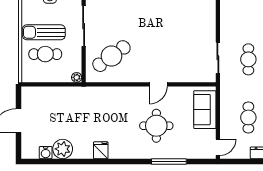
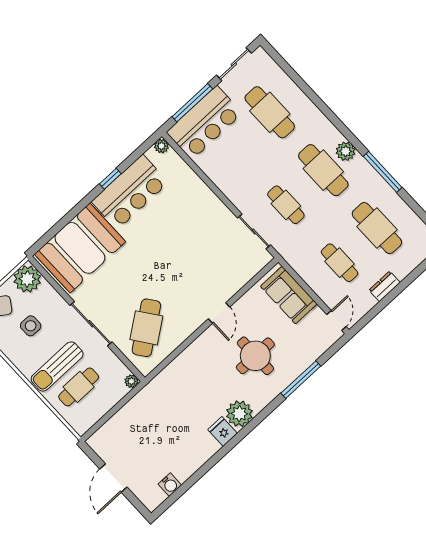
plant: (63, 149) -> (239, 414), moved

